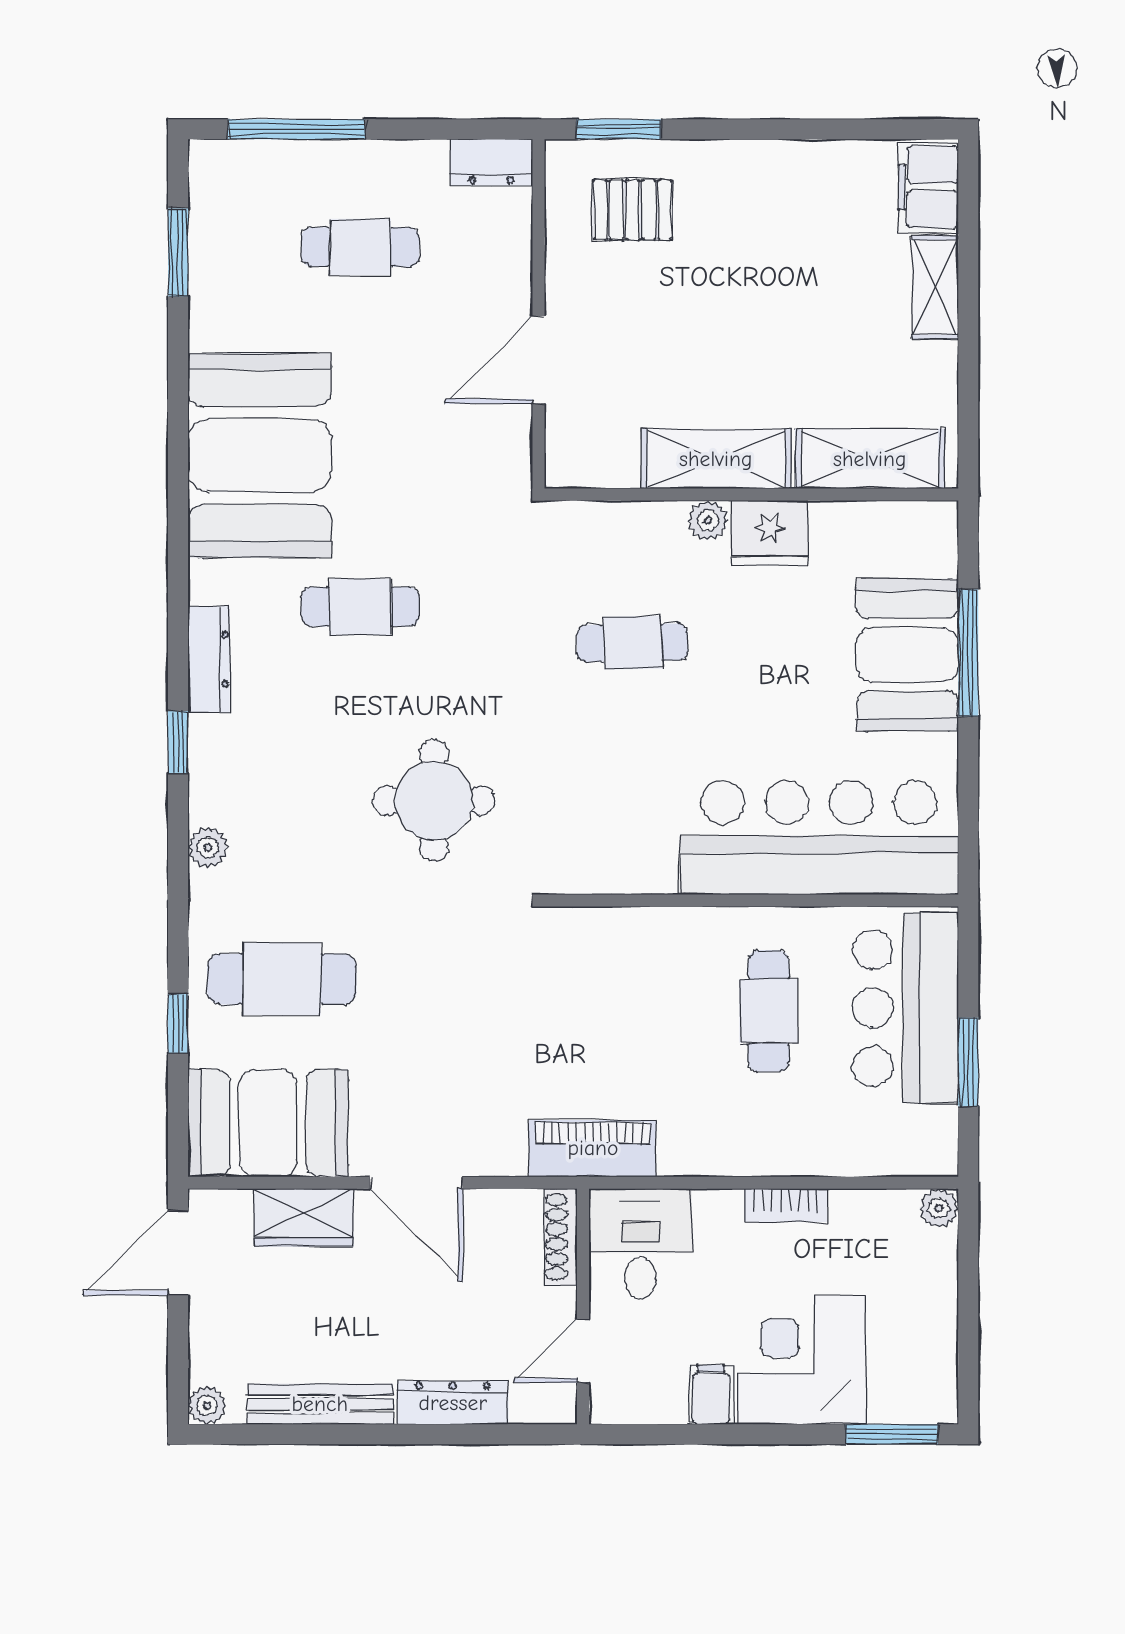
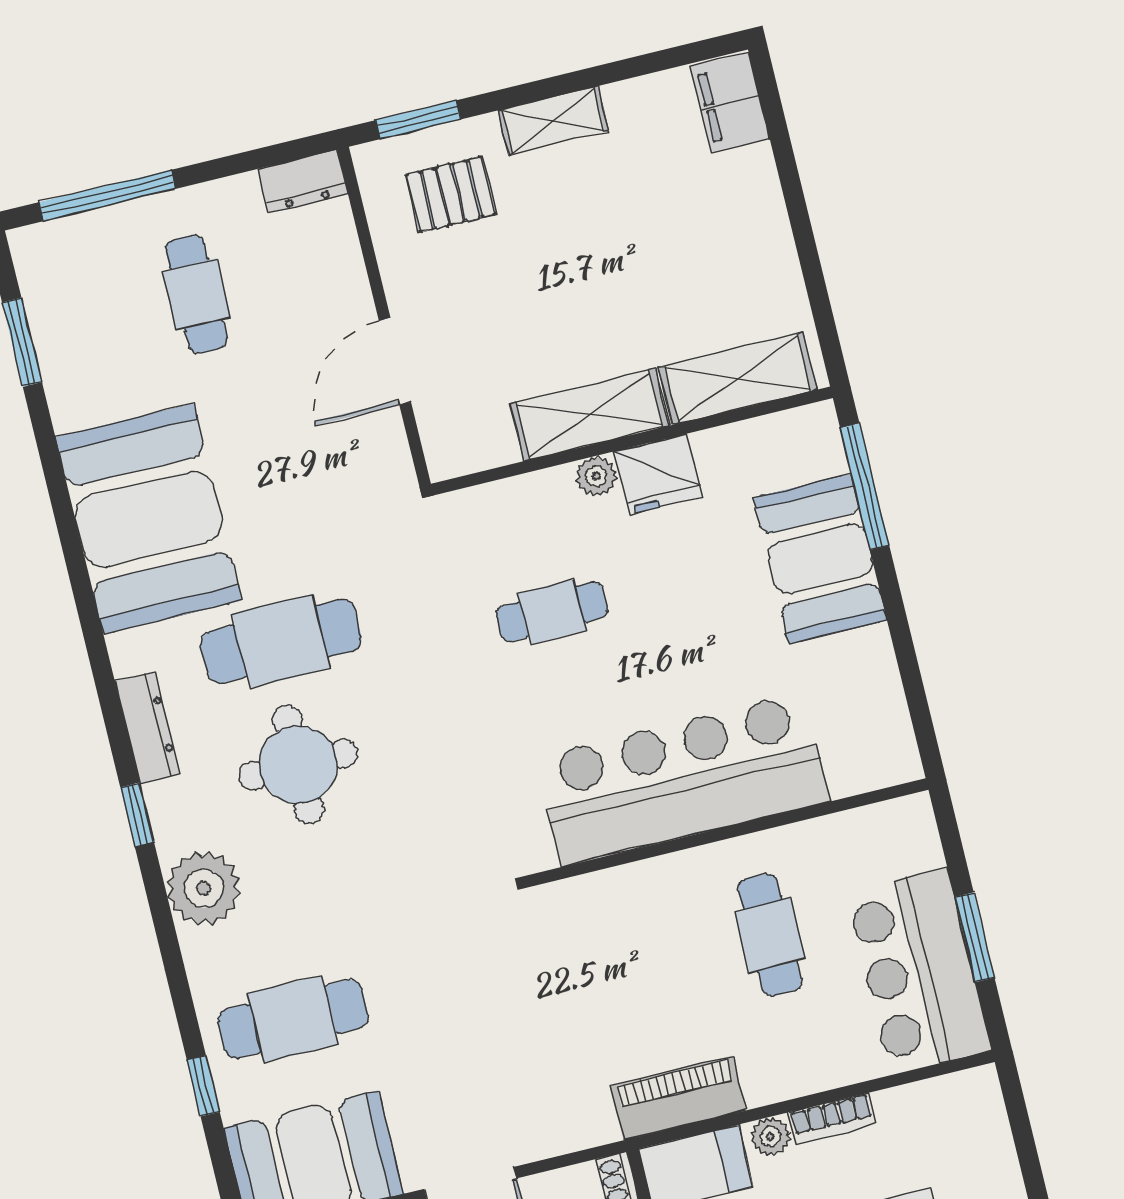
cafe table: (360, 247) -> (196, 294), turned 90
shelving: (935, 287) -> (553, 121), moved, turned 90
cafe table: (360, 607) -> (281, 641), width x1.37, depth x1.35
window: (968, 653) -> (865, 487), moved
round table: (434, 801) -> (298, 765), moved
bar counter: (819, 838) -> (683, 779), moved
plant: (208, 848) -> (204, 888), width x1.88, depth x1.88
bar counter: (906, 1008) -> (919, 971), moved
piano: (593, 1148) -> (678, 1098), moved
plant: (939, 1208) -> (770, 1136), moved

